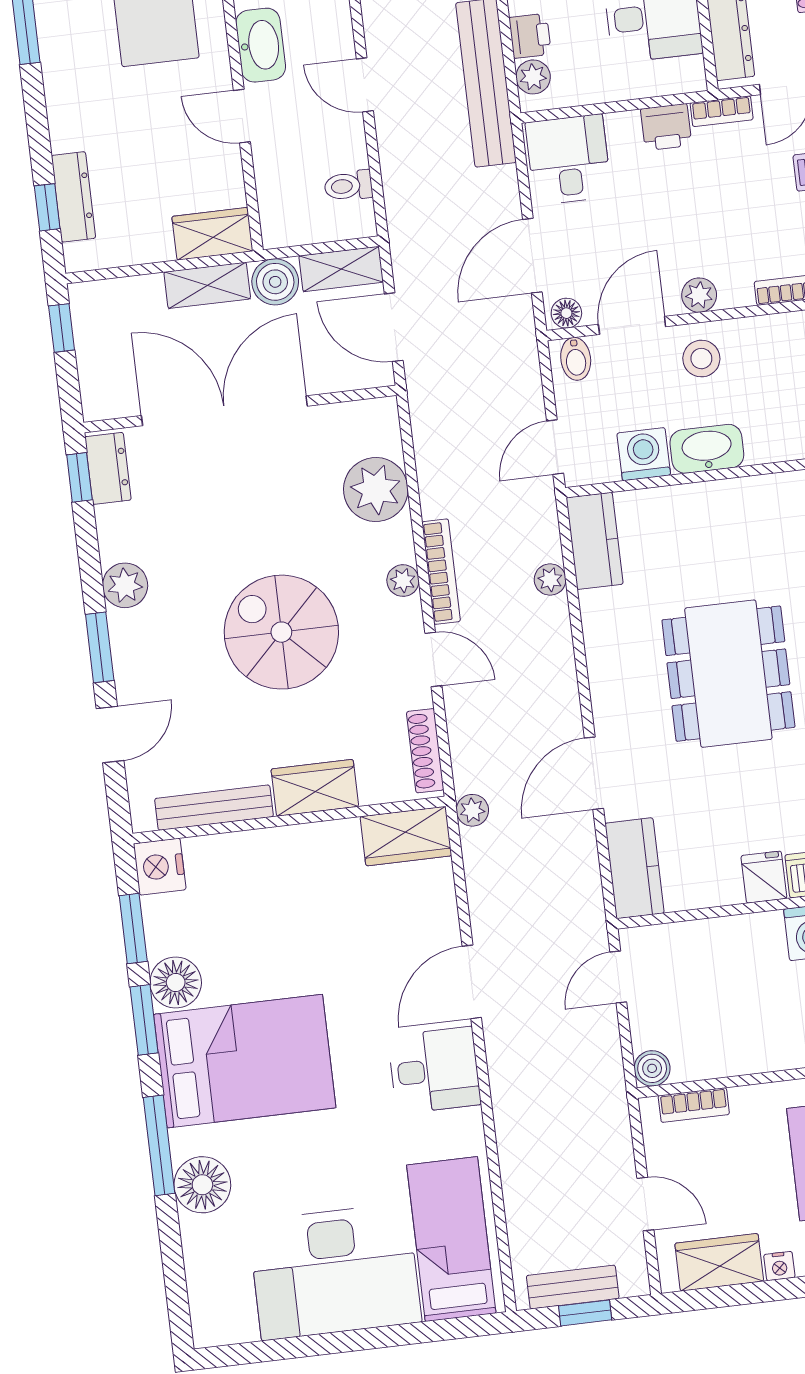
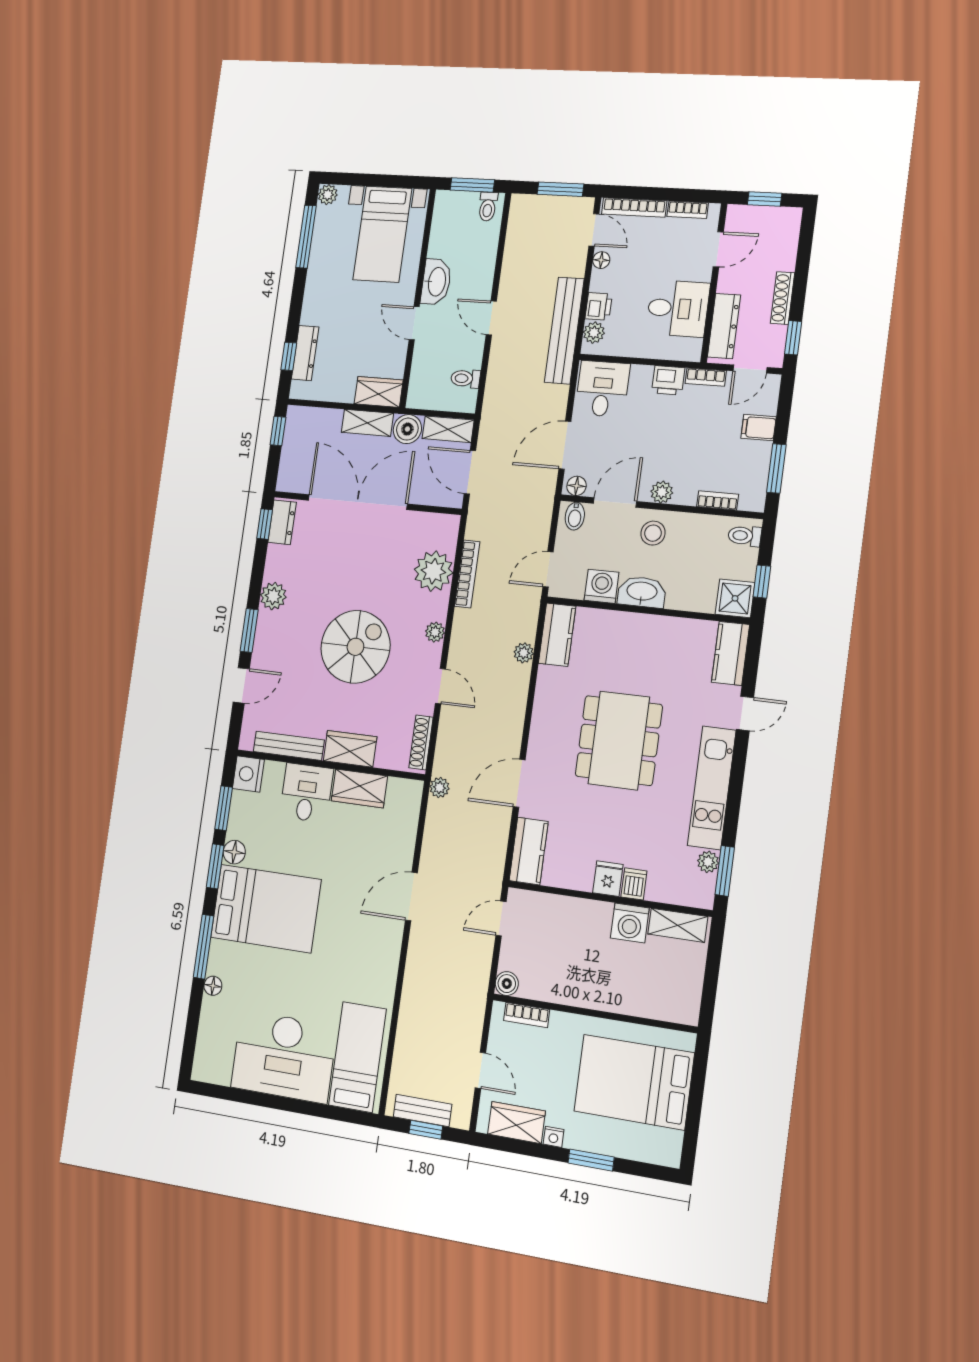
bookcase: (441, 572) -> (467, 574), moved
spiral stairs: (281, 632) -> (355, 647), turned 90
wardrobe: (406, 836) -> (359, 788), moved
floor lamp: (176, 982) -> (234, 852), width x0.73, depth x0.73
desk: (434, 1070) -> (306, 793), moved, turned -90
floor lamp: (202, 1185) -> (213, 986), width x0.53, depth x0.53

